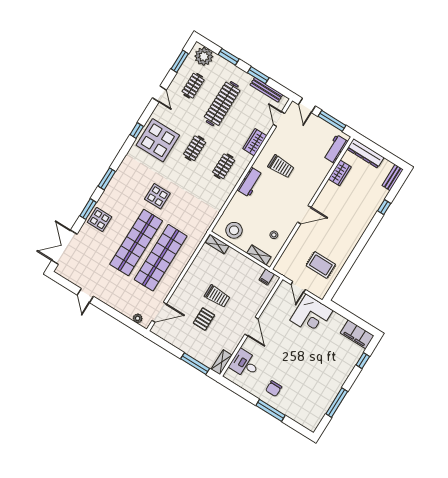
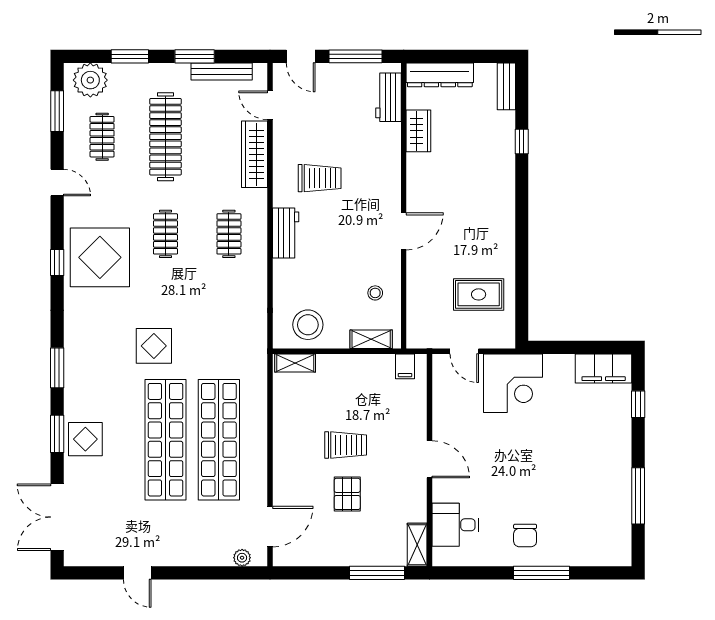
wardrobe: (255, 142) -> (255, 154), width x1.50

